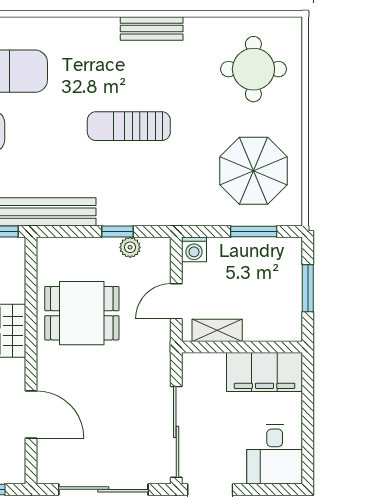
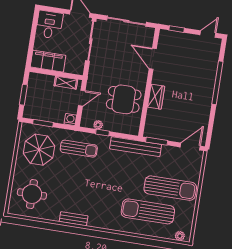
sun lounger: (129, 126) -> (79, 149), moved

